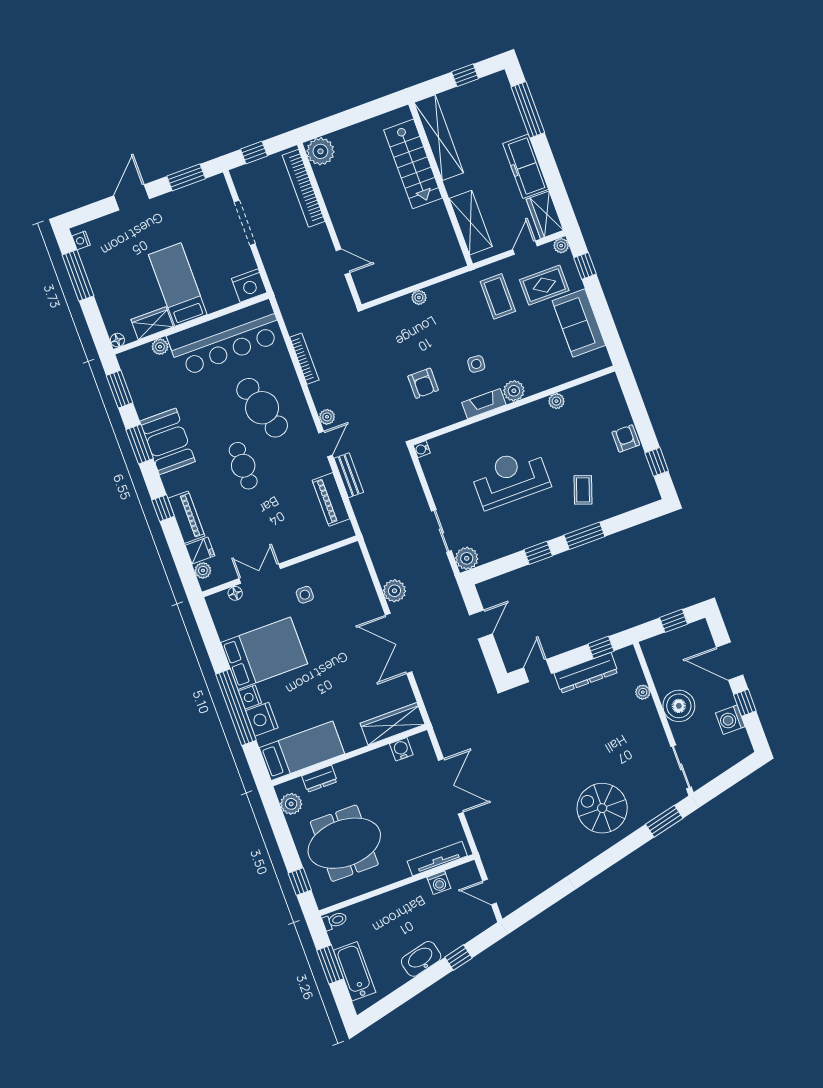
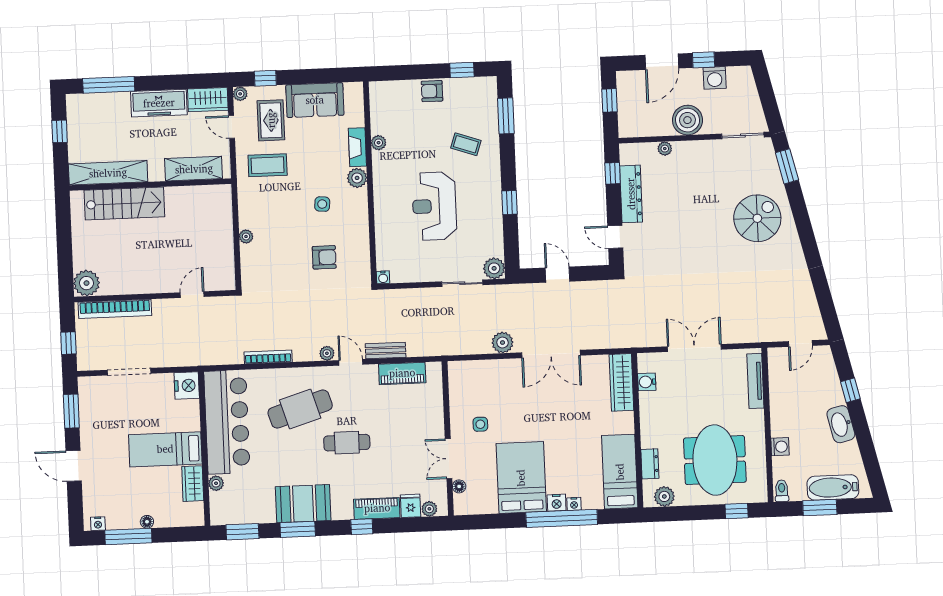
floor lamp: (117, 340) -> (147, 522), moved
fireplace: (484, 404) -> (357, 147), moved
window: (584, 536) -> (506, 116), moved
nightstand: (262, 719) -> (574, 504), width x0.53, depth x0.56
spiral stairs: (602, 808) -> (757, 218), turned 180
washing machine: (439, 883) -> (780, 447), moved

